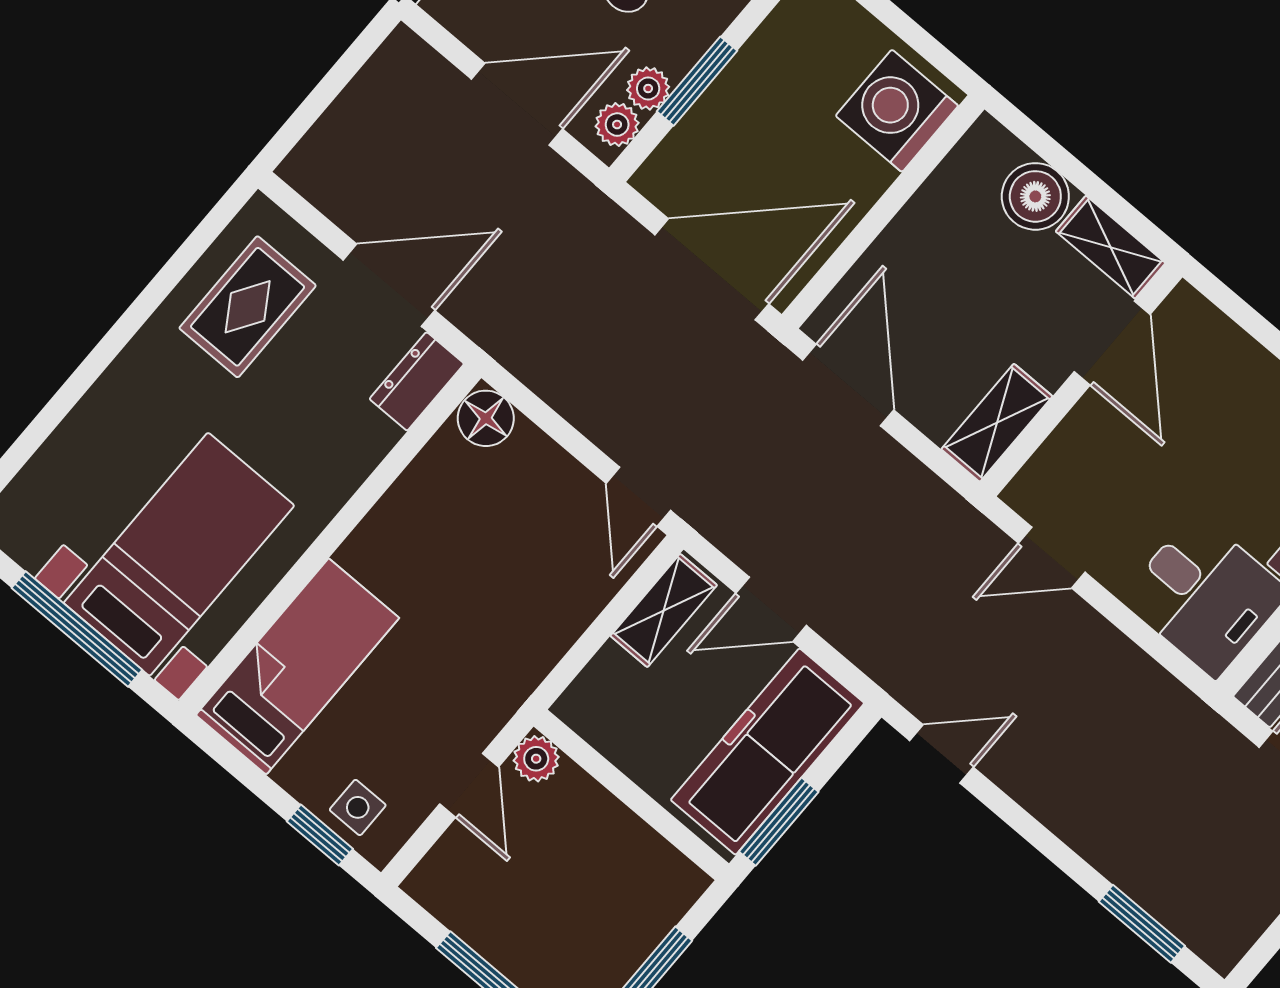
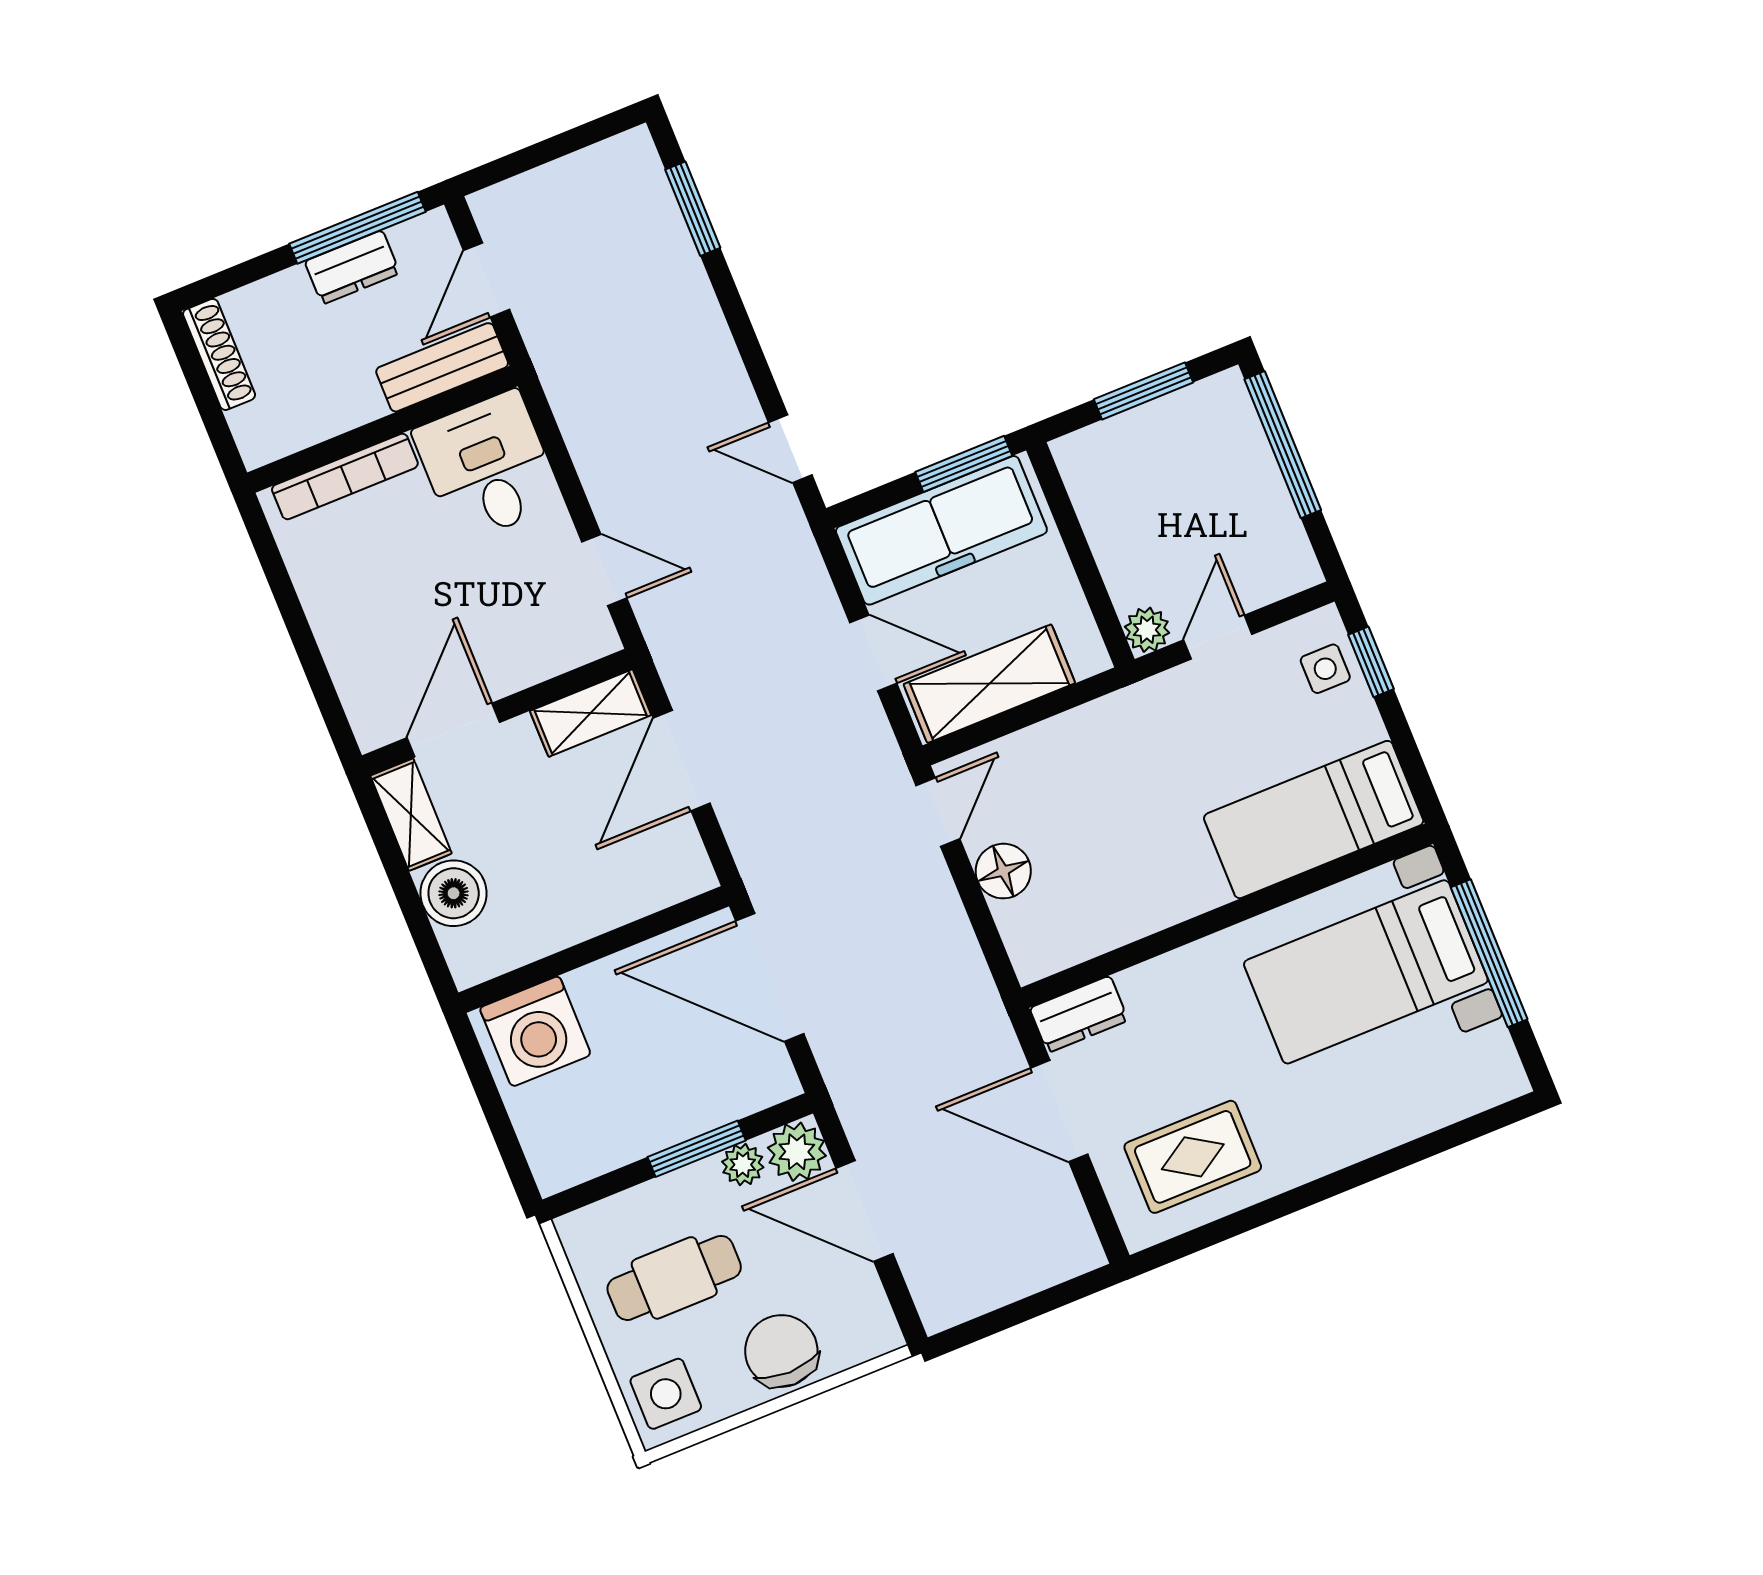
plant: (617, 125) -> (797, 1152), width x1.38, depth x1.38
door: (848, 385) -> (682, 761), moved
floor lamp: (486, 418) -> (1003, 871), moved
shelving: (664, 610) -> (989, 684), width x1.50, depth x1.33

